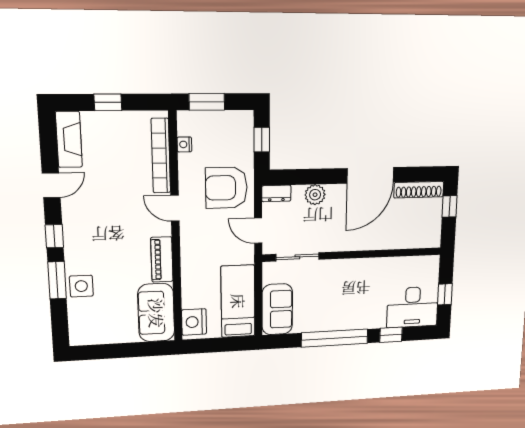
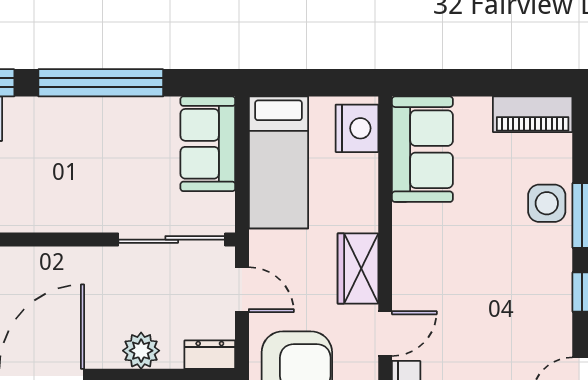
door: (175, 208) -> (385, 334), hinge flipped
wardrobe: (192, 245) -> (358, 268), added
sliding door: (297, 257) -> (172, 240), width x1.37
piano: (162, 259) -> (533, 114), moved, turned 90

